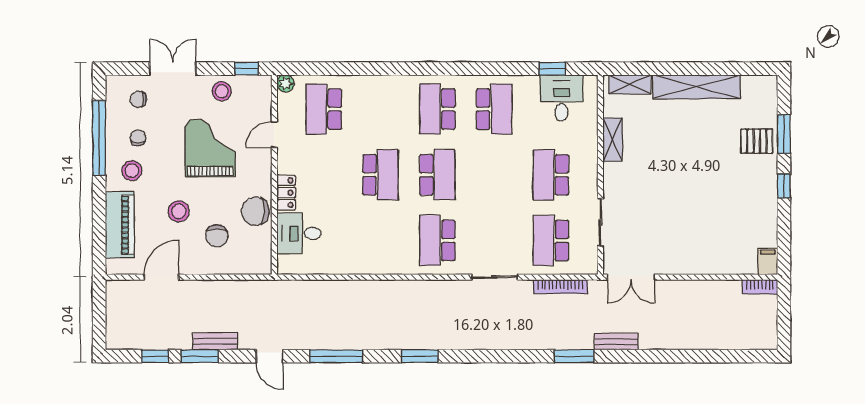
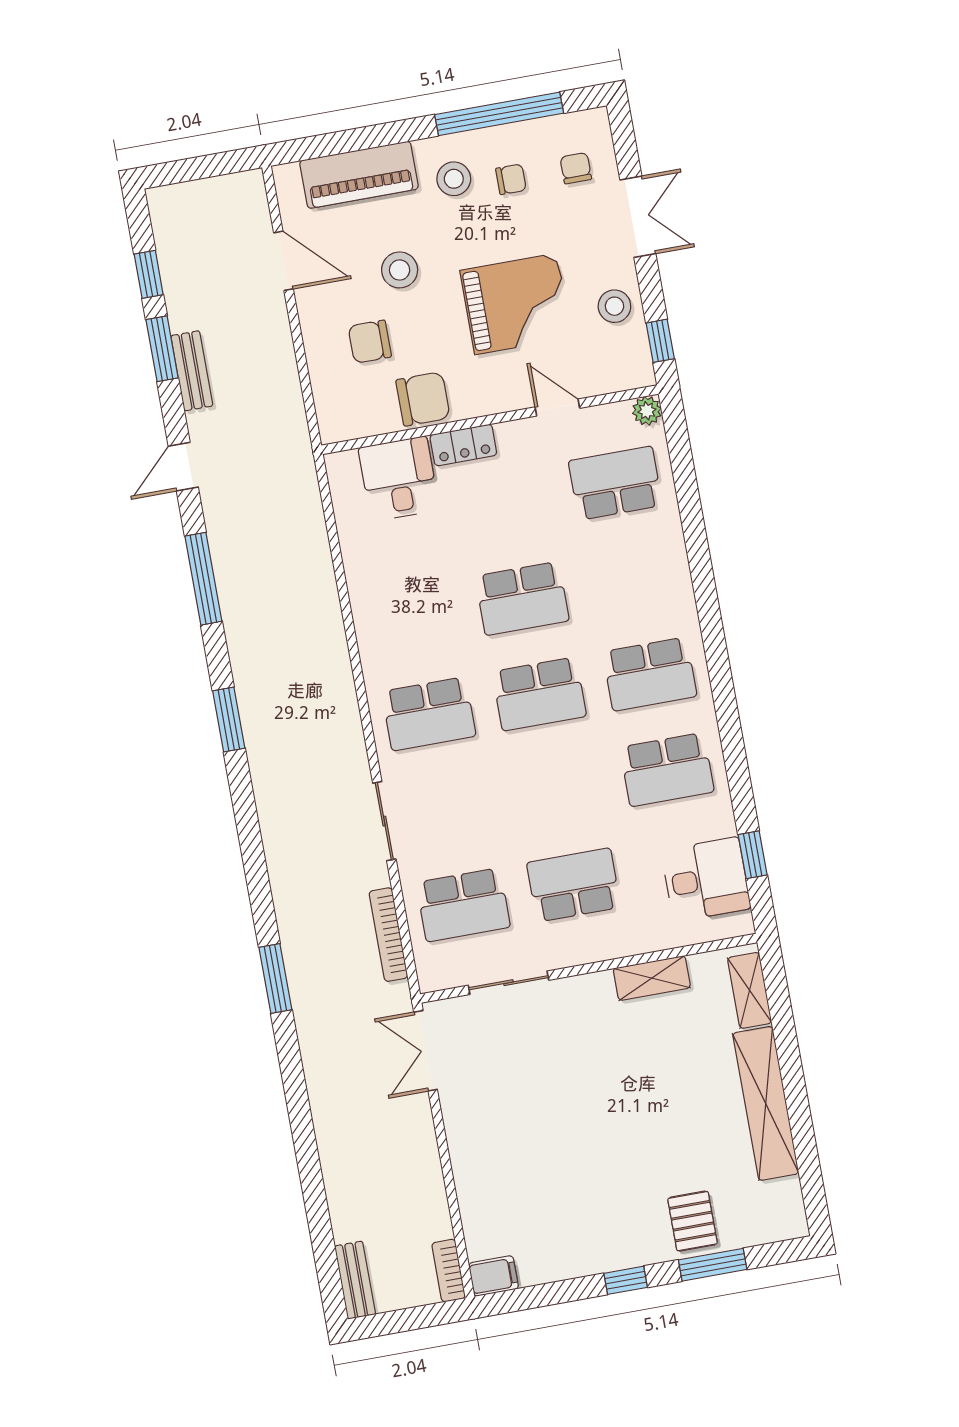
school desk: (437, 109) -> (650, 674), turned 180
chair: (255, 211) -> (423, 399), turned 90
school desk: (437, 240) -> (429, 714), turned 180
school desk: (551, 240) -> (463, 905), turned 180
bench: (616, 342) -> (355, 1280), moved

